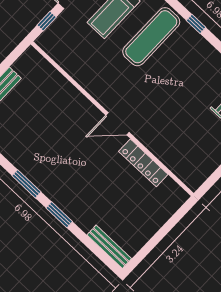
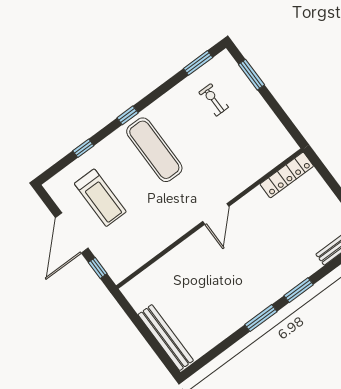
exercise mat: (151, 37) -> (154, 150), moved
locker: (143, 163) -> (287, 175), moved

